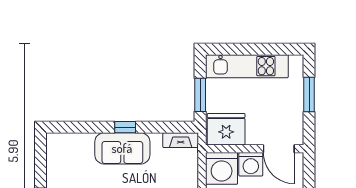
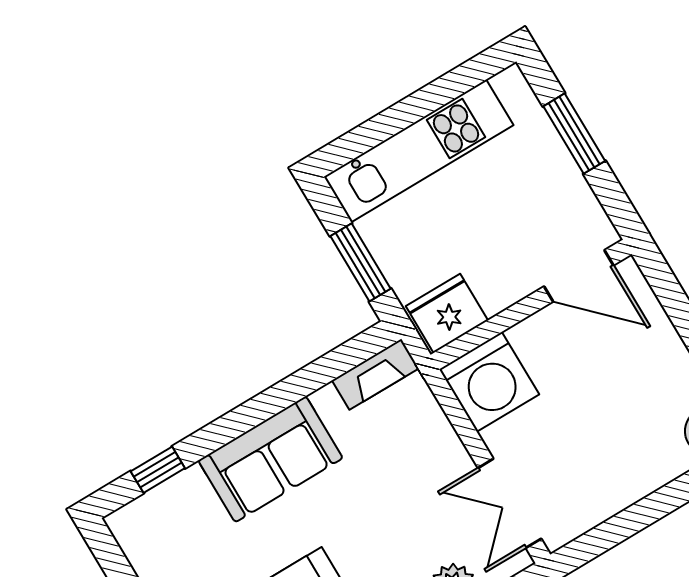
window: (125, 127) -> (158, 470), moved
fridge: (226, 129) -> (447, 313), width x0.73, depth x0.75
washing machine: (251, 164) -> (542, 339), removed

